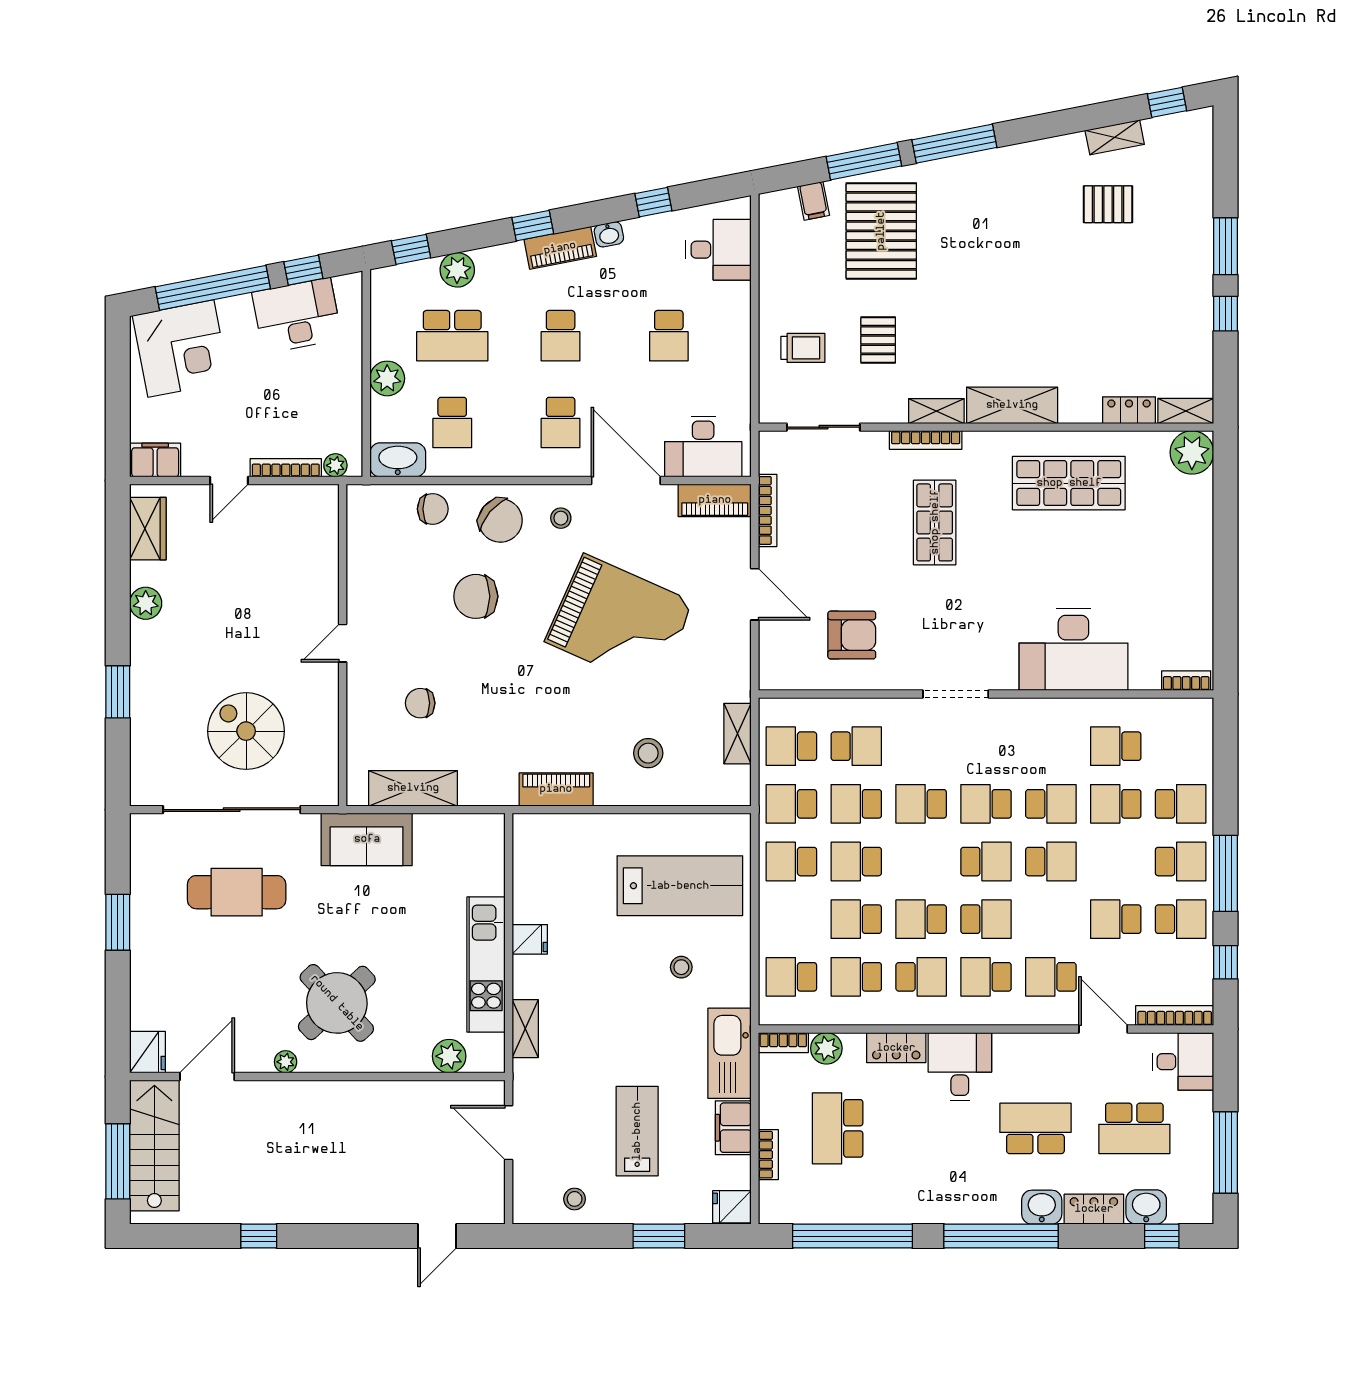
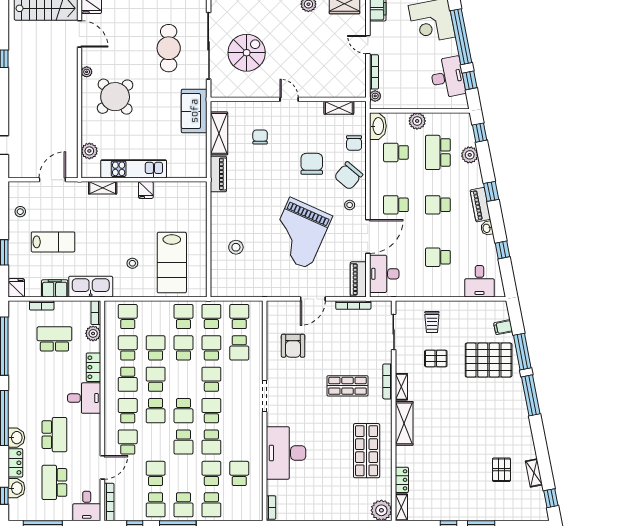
shelving: (738, 734) -> (339, 108), moved
piano: (556, 789) -> (218, 174), moved

